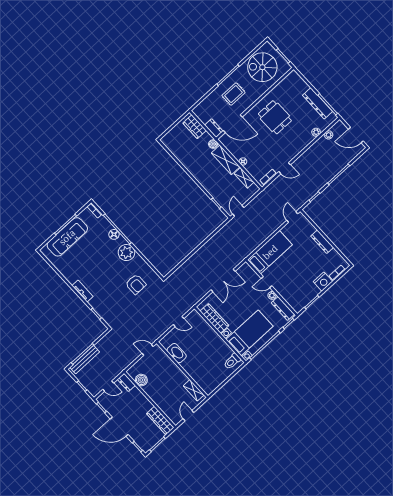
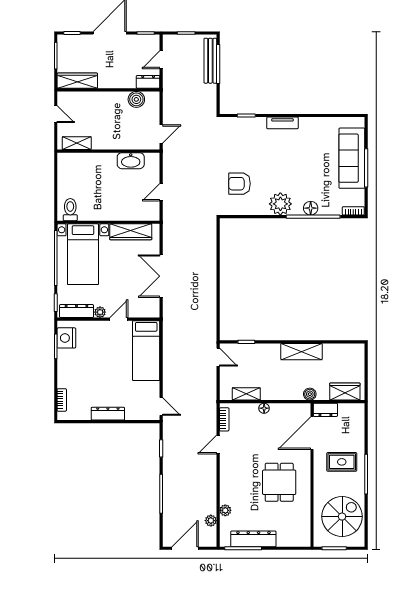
rug: (233, 94) -> (342, 462), turned 90
dining table: (275, 117) -> (279, 482), turned 90
shelving: (226, 160) -> (301, 352), moved
nightstand: (323, 282) -> (66, 338), moved

